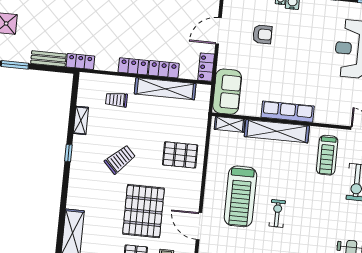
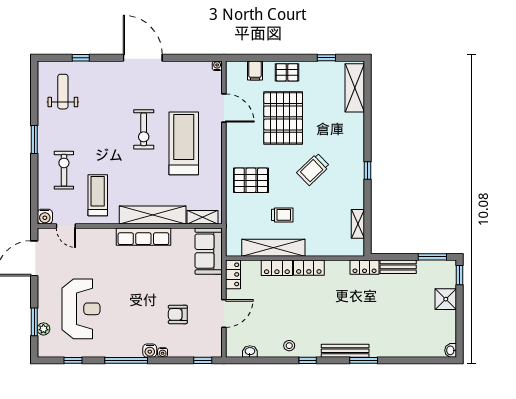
trolley: (116, 100) -> (282, 215), moved
shelving: (81, 120) -> (358, 224), moved
exercise bike: (277, 213) -> (144, 129), width x1.38, depth x1.39

